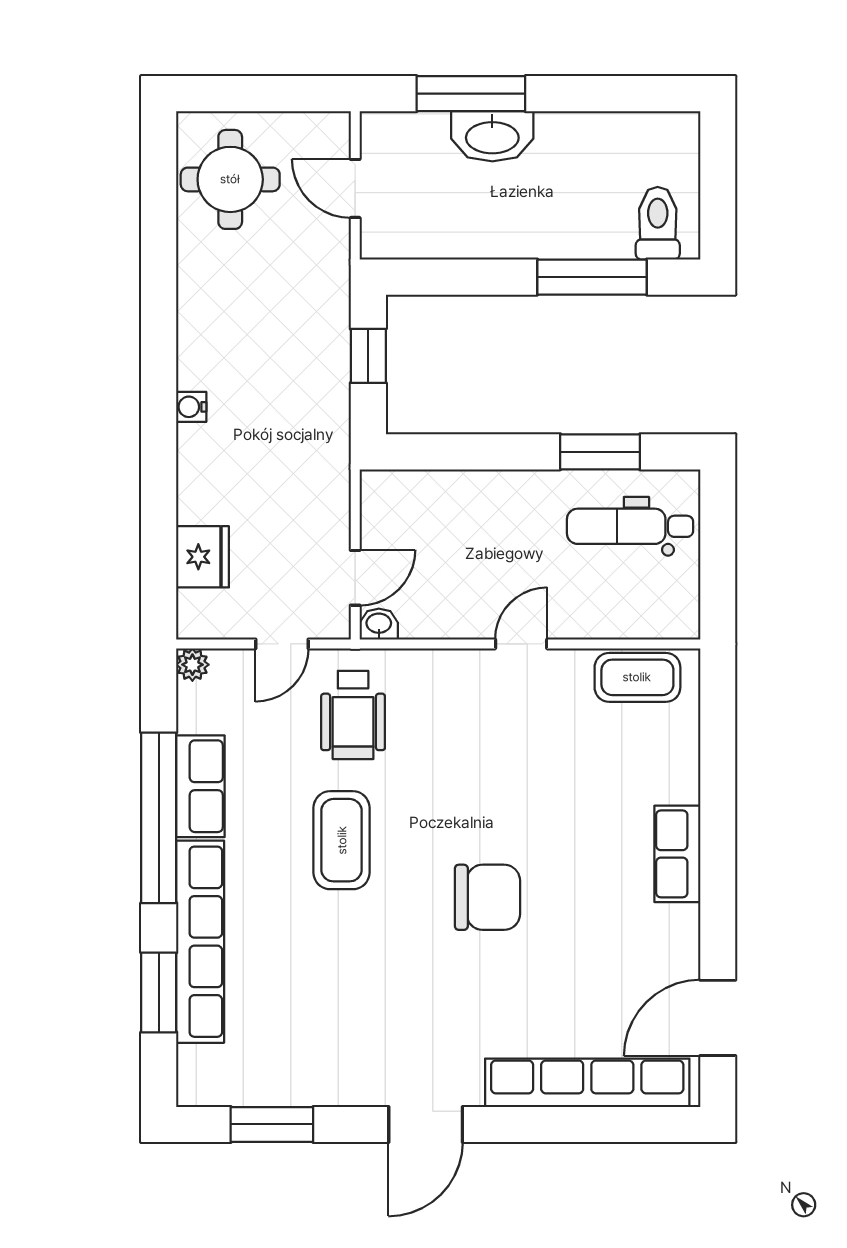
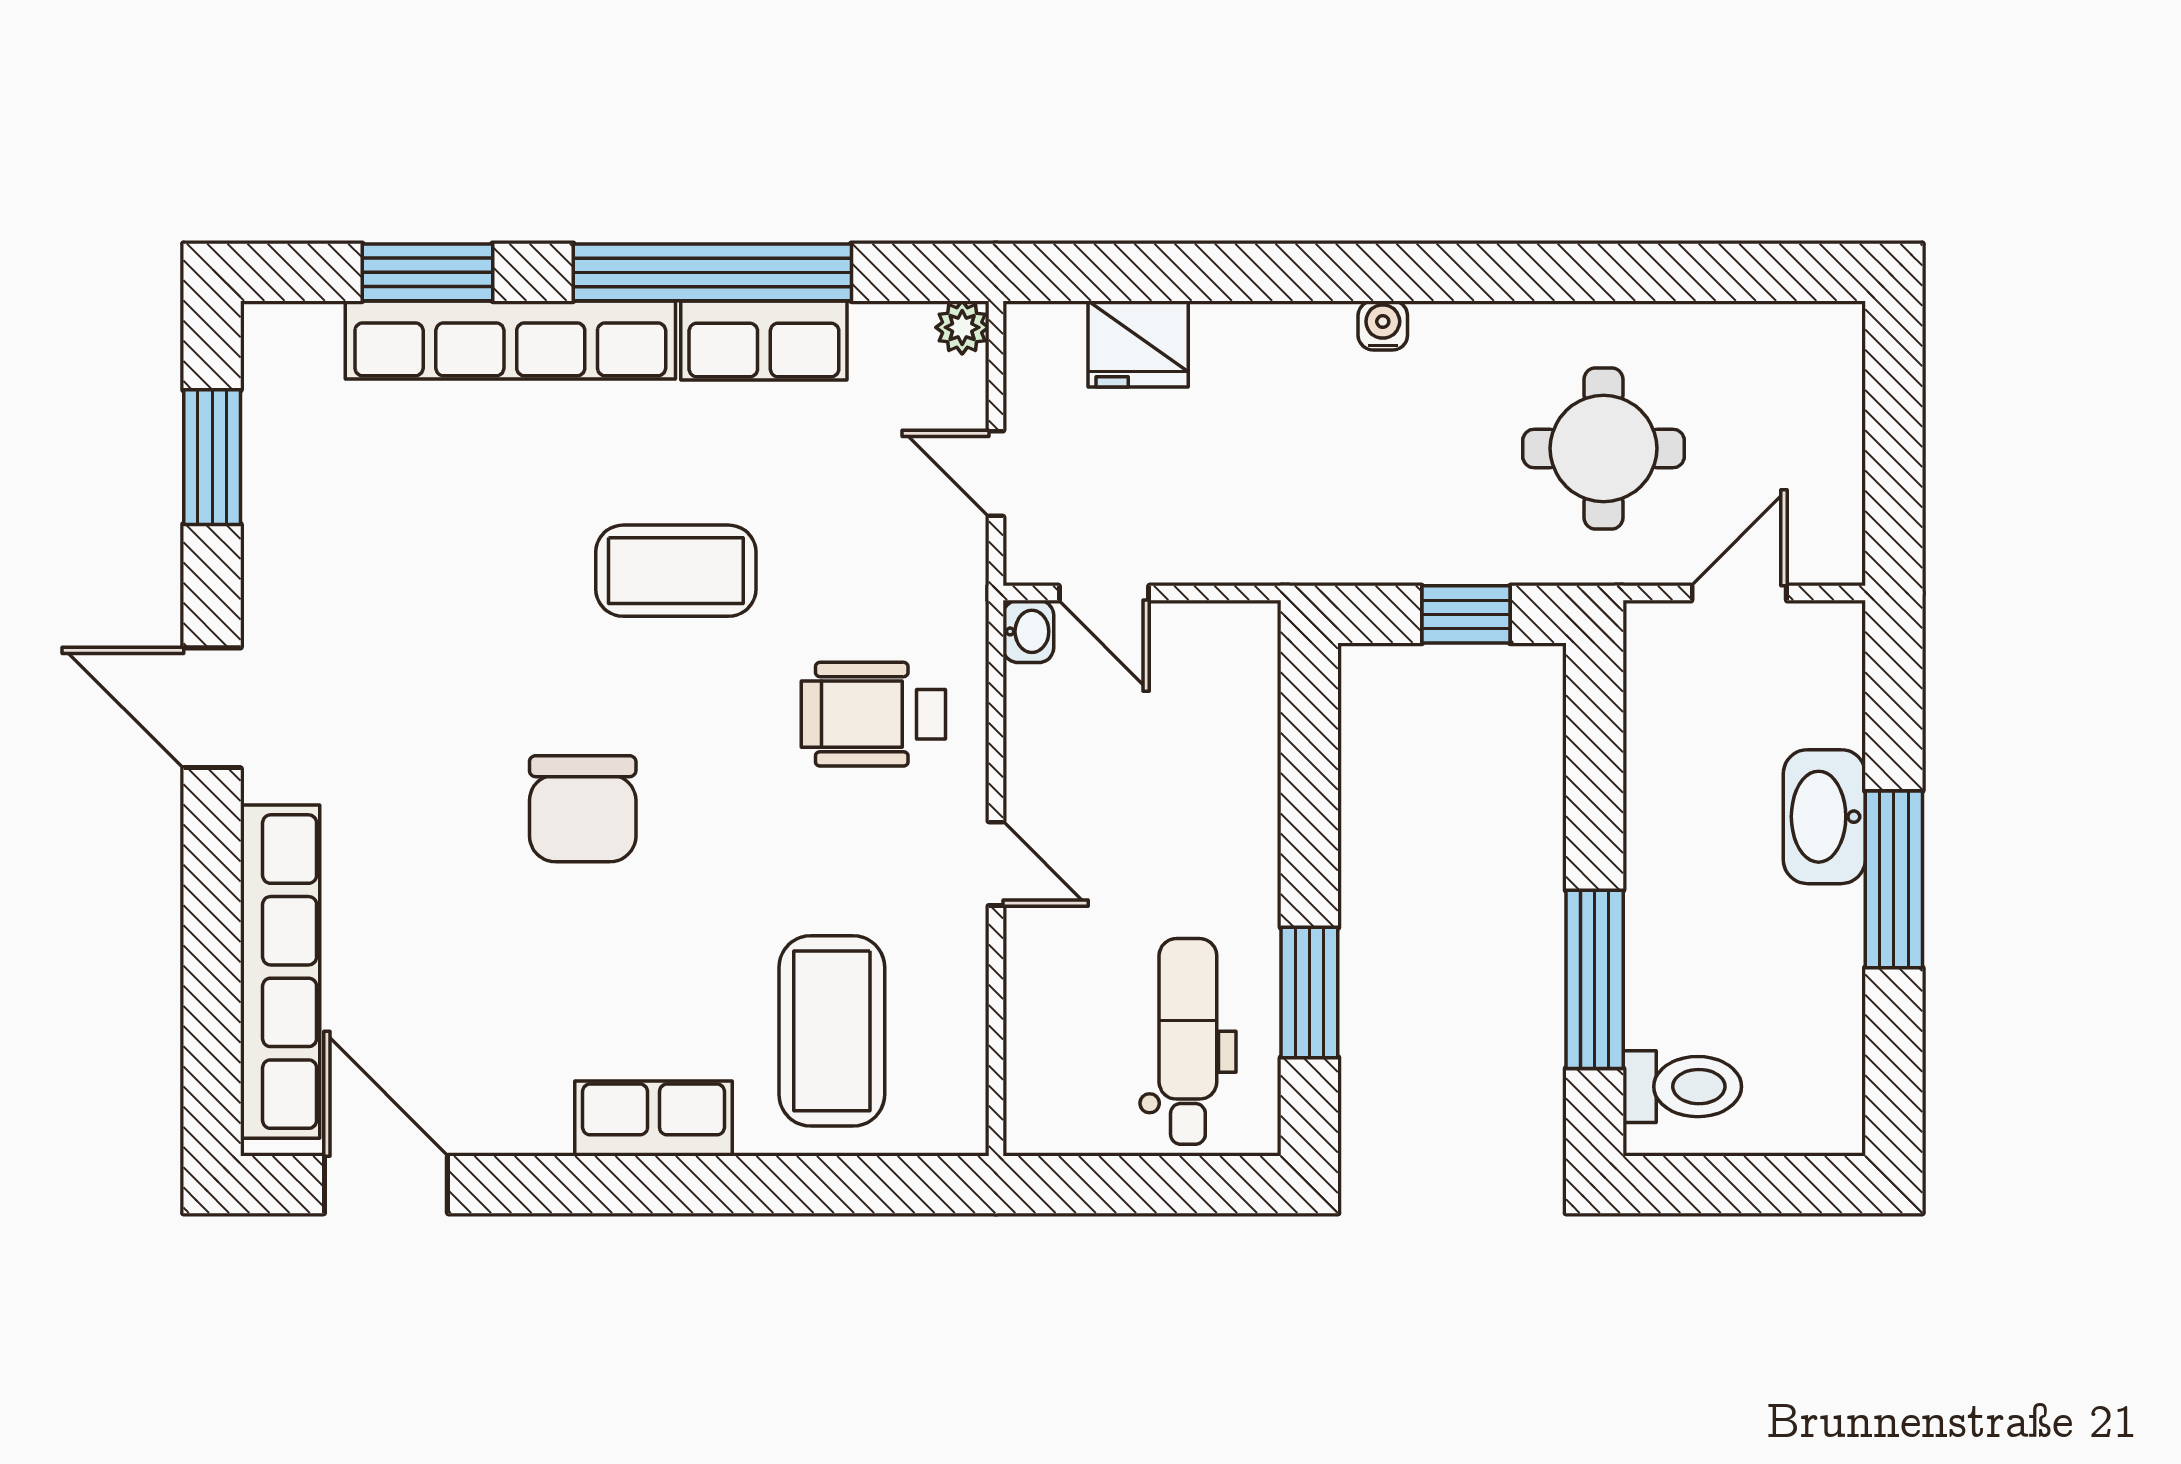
window: (471, 94) -> (1894, 879), moved
round table: (230, 179) -> (1604, 448), moved
coffee table: (637, 677) -> (832, 1031), moved, width x1.36, depth x1.32
wheelchair: (353, 715) -> (873, 714), moved

